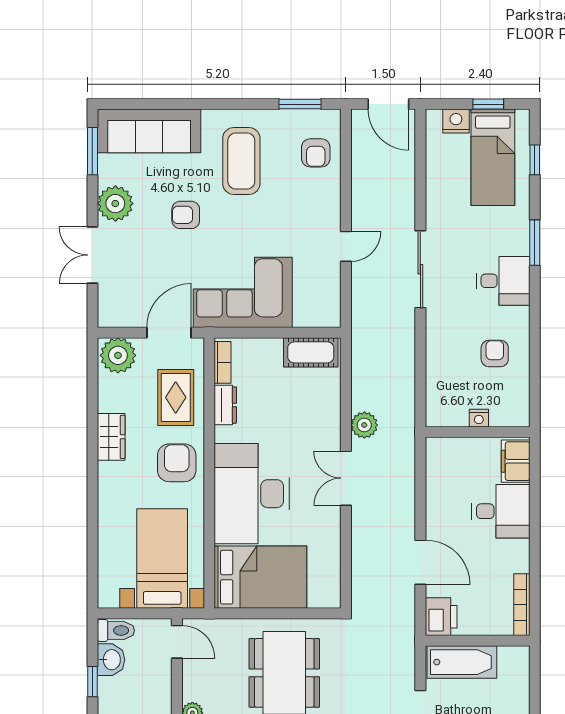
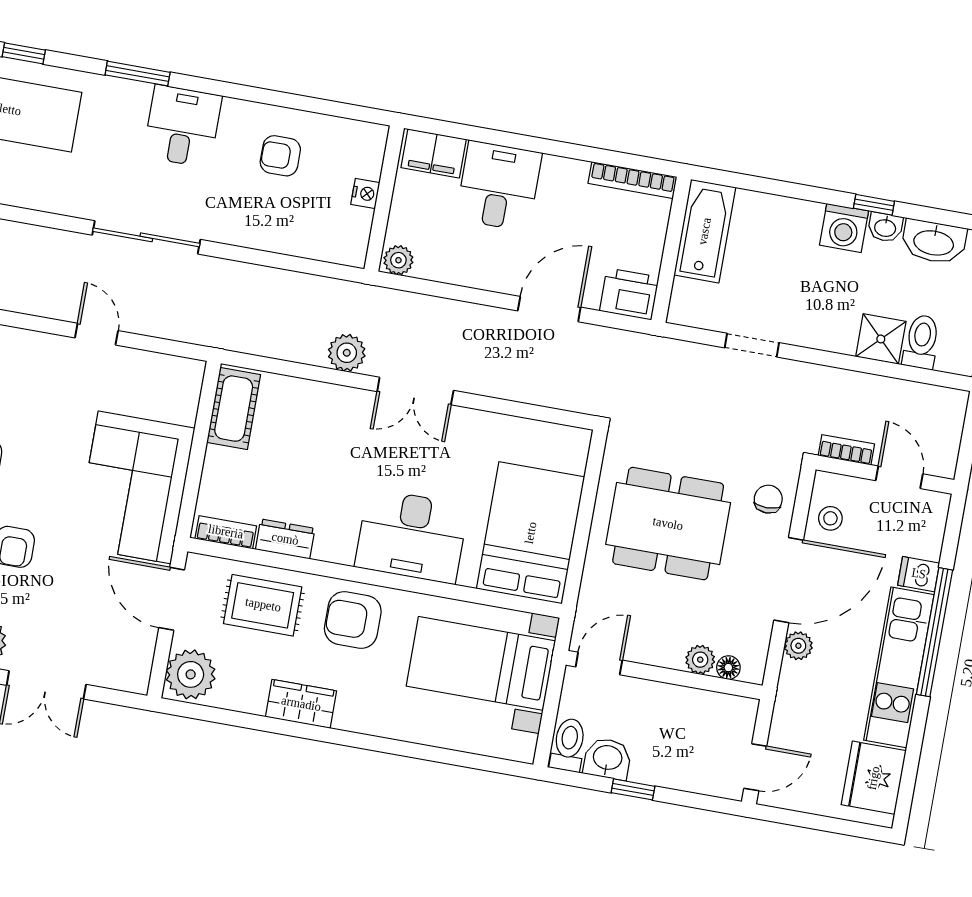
plant: (436, 450) -> (398, 260), added
desk: (252, 494) -> (412, 536), width x0.73, depth x0.77
bathtub: (462, 662) -> (705, 231), moved

